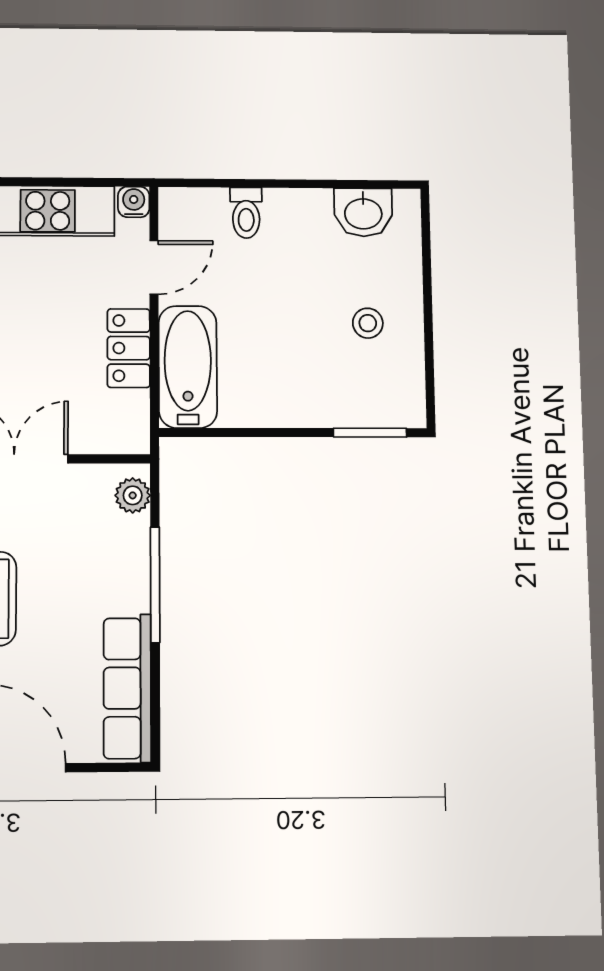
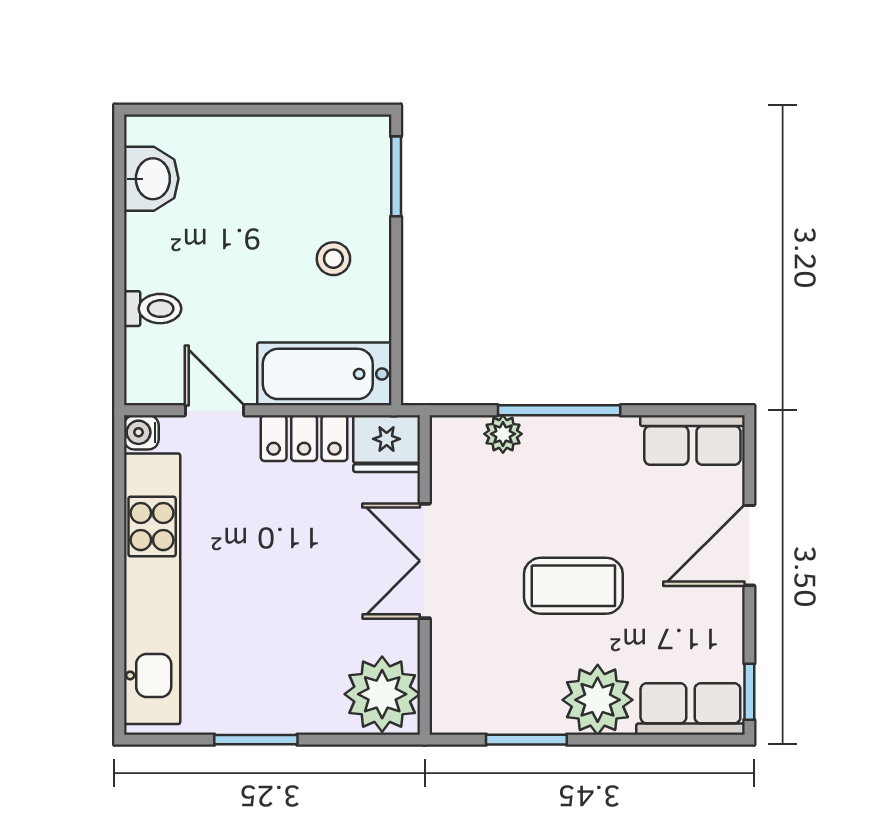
stool: (368, 323) -> (333, 259), moved
fridge: (124, 424) -> (387, 444), added
plant: (133, 495) -> (503, 434), moved
row of seats: (127, 688) -> (692, 440), width x0.68

